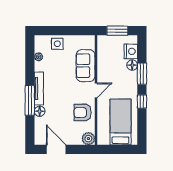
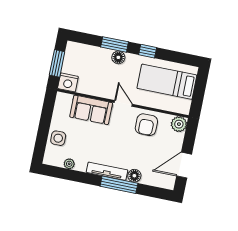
nightstand: (131, 51) -> (68, 82), moved, turned 180
floor lamp: (132, 65) -> (118, 57), moved

